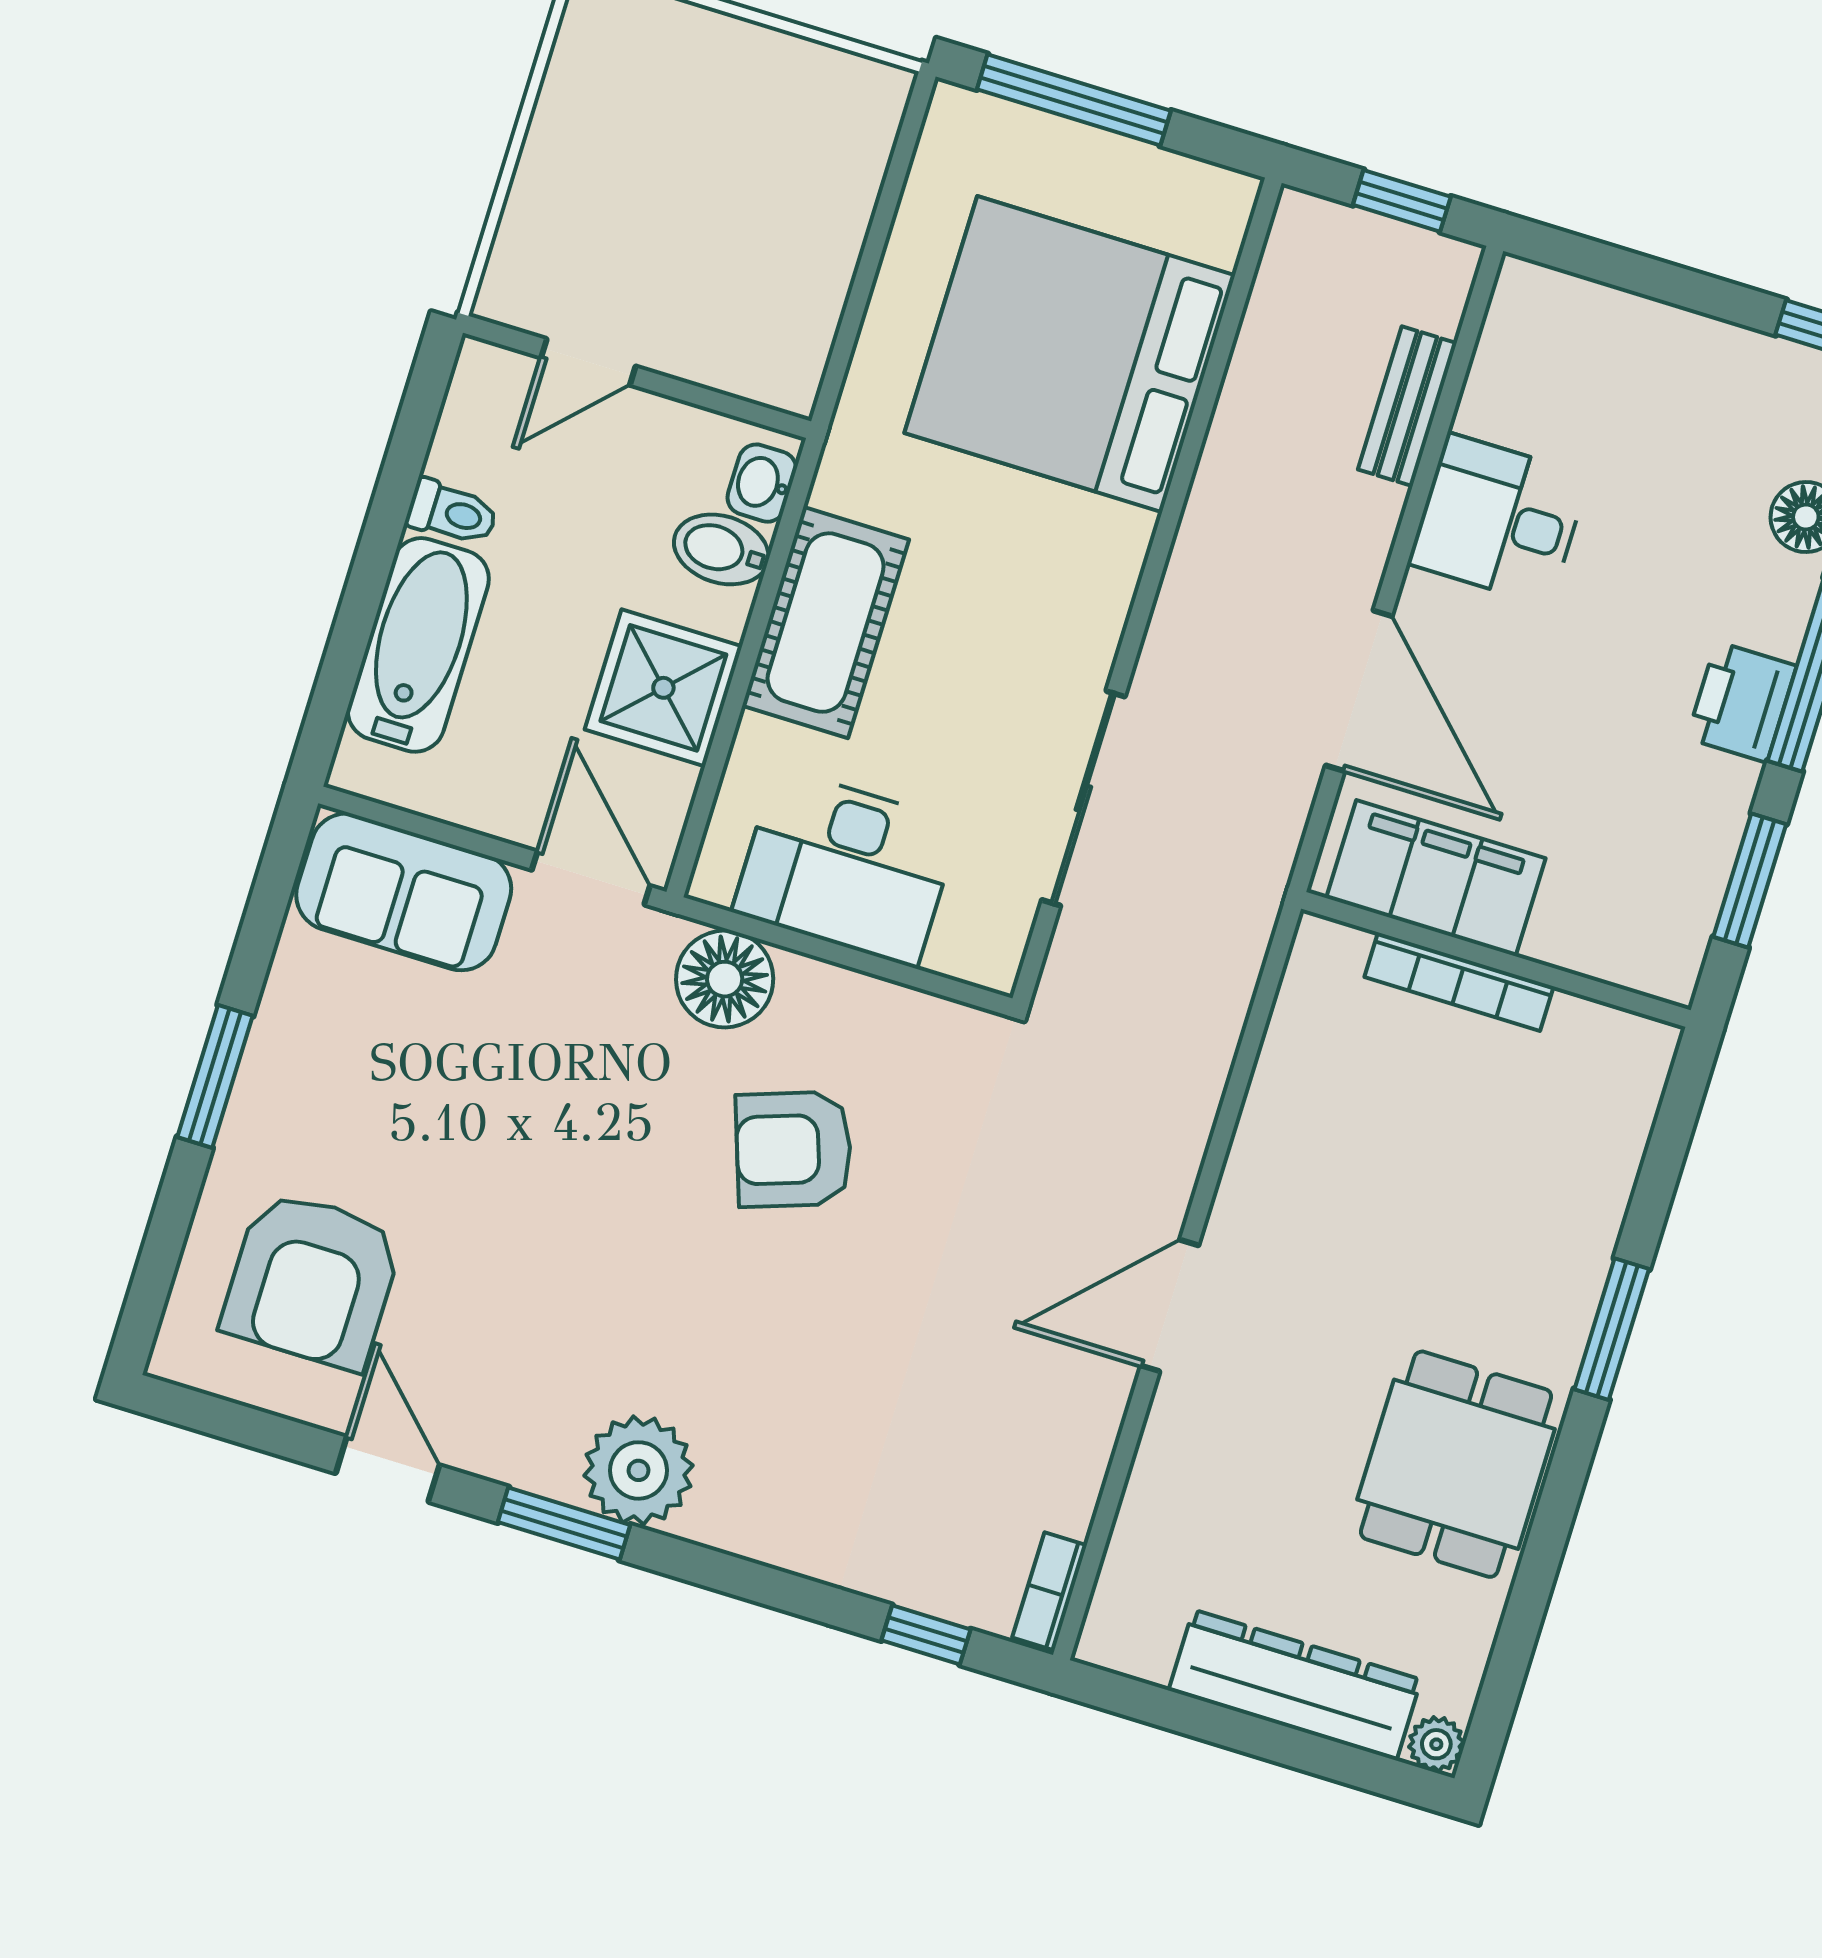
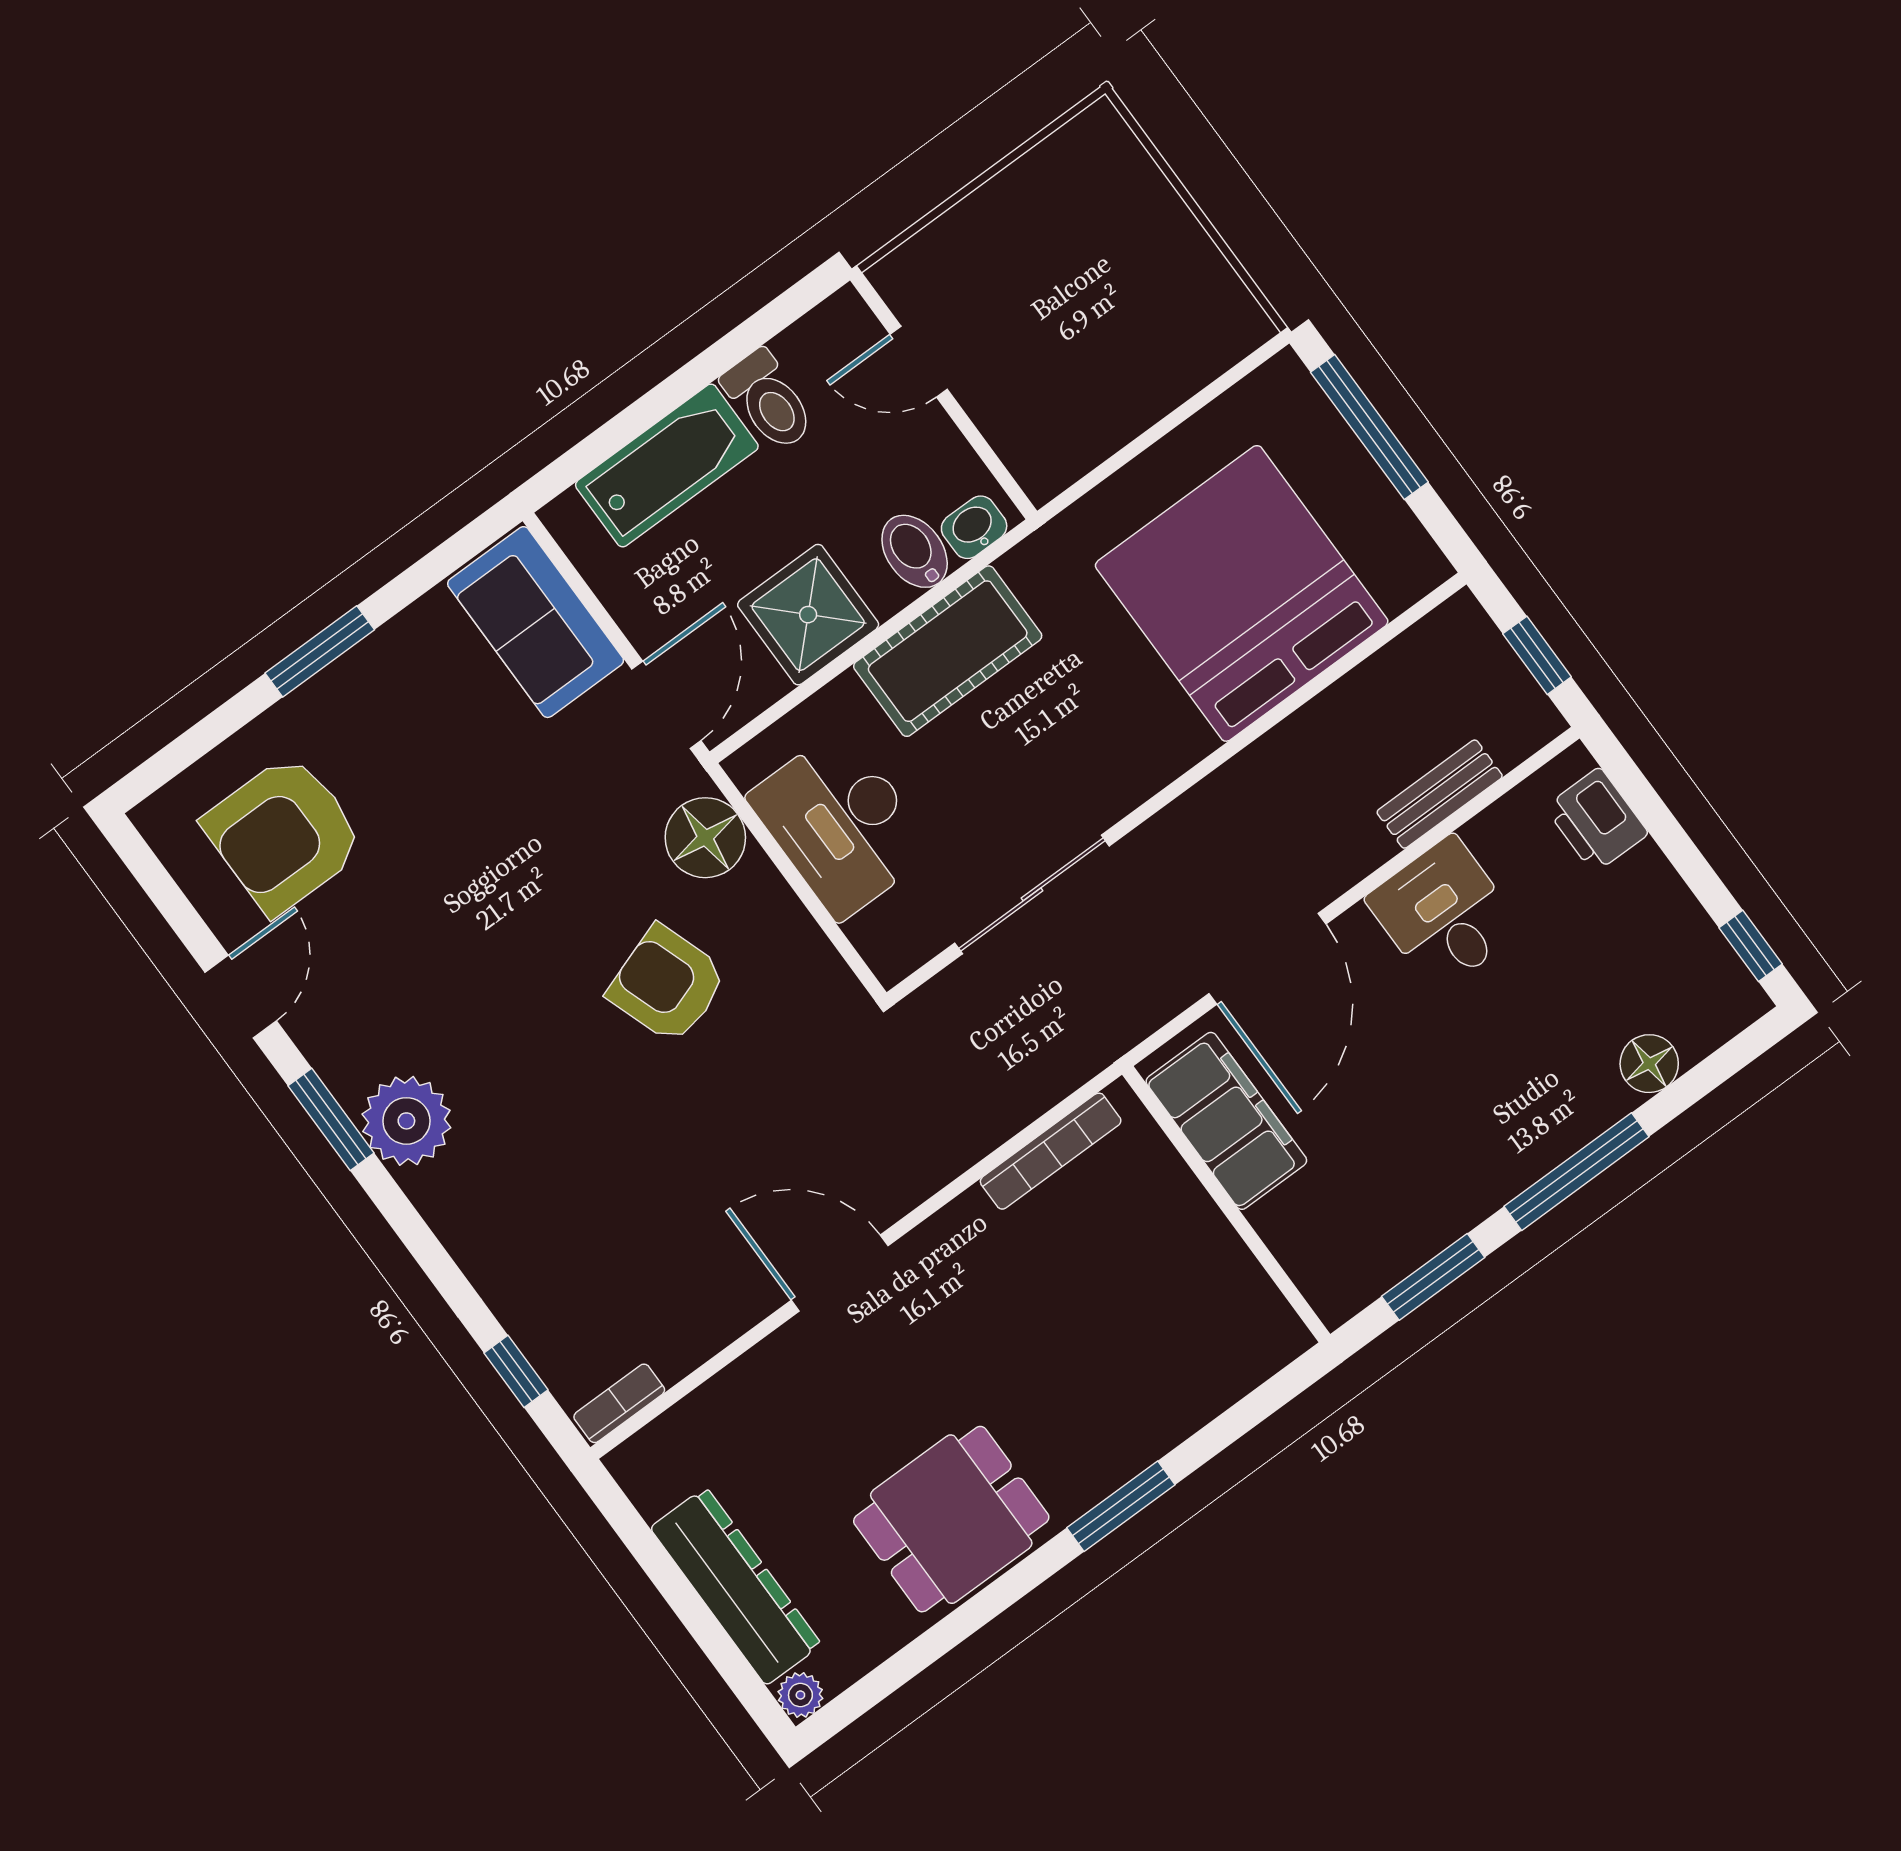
toilet: (452, 513) -> (769, 401), width x1.37, depth x1.39
printer: (1742, 702) -> (1597, 820), moved, turned -90
bookcase: (1459, 982) -> (1051, 1151), moved, turned -90

